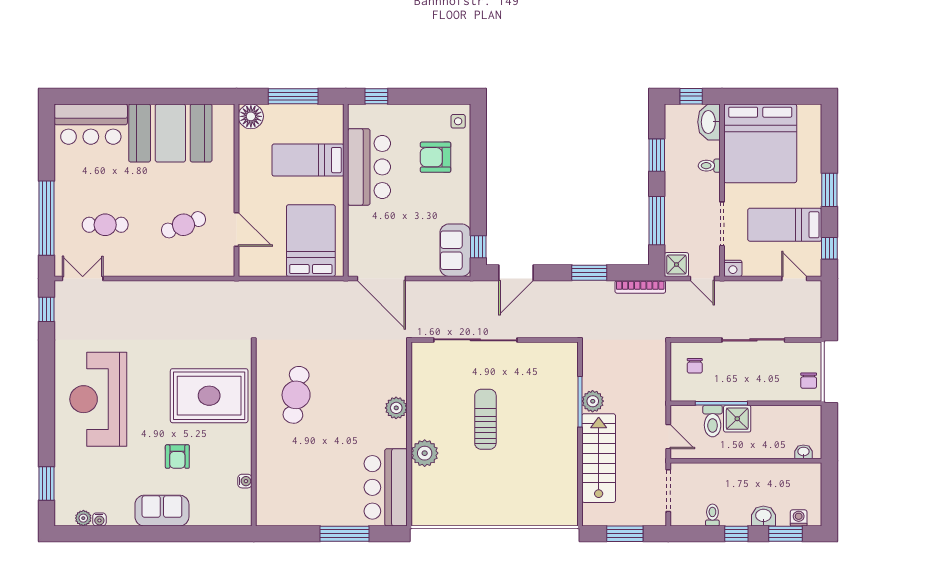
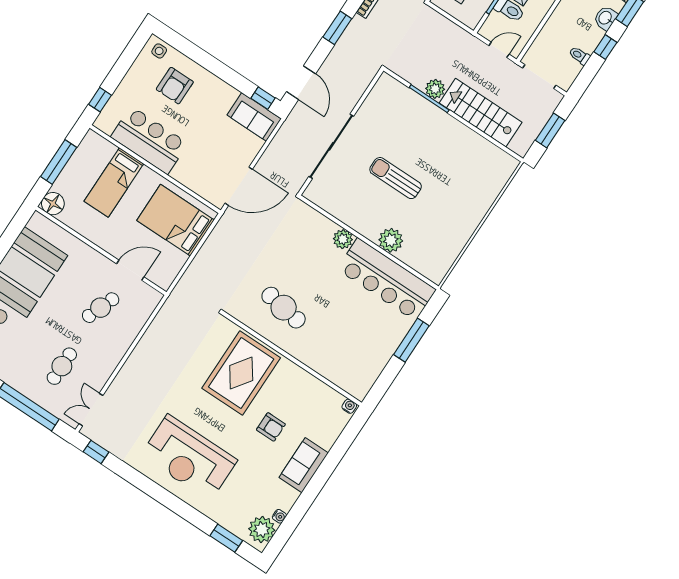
cafe table: (183, 225) -> (101, 308), turned 42
water cooler: (245, 481) -> (349, 406), moved
bar counter: (386, 487) -> (387, 279), width x1.36
plant: (83, 518) -> (262, 530), width x1.87, depth x1.87

